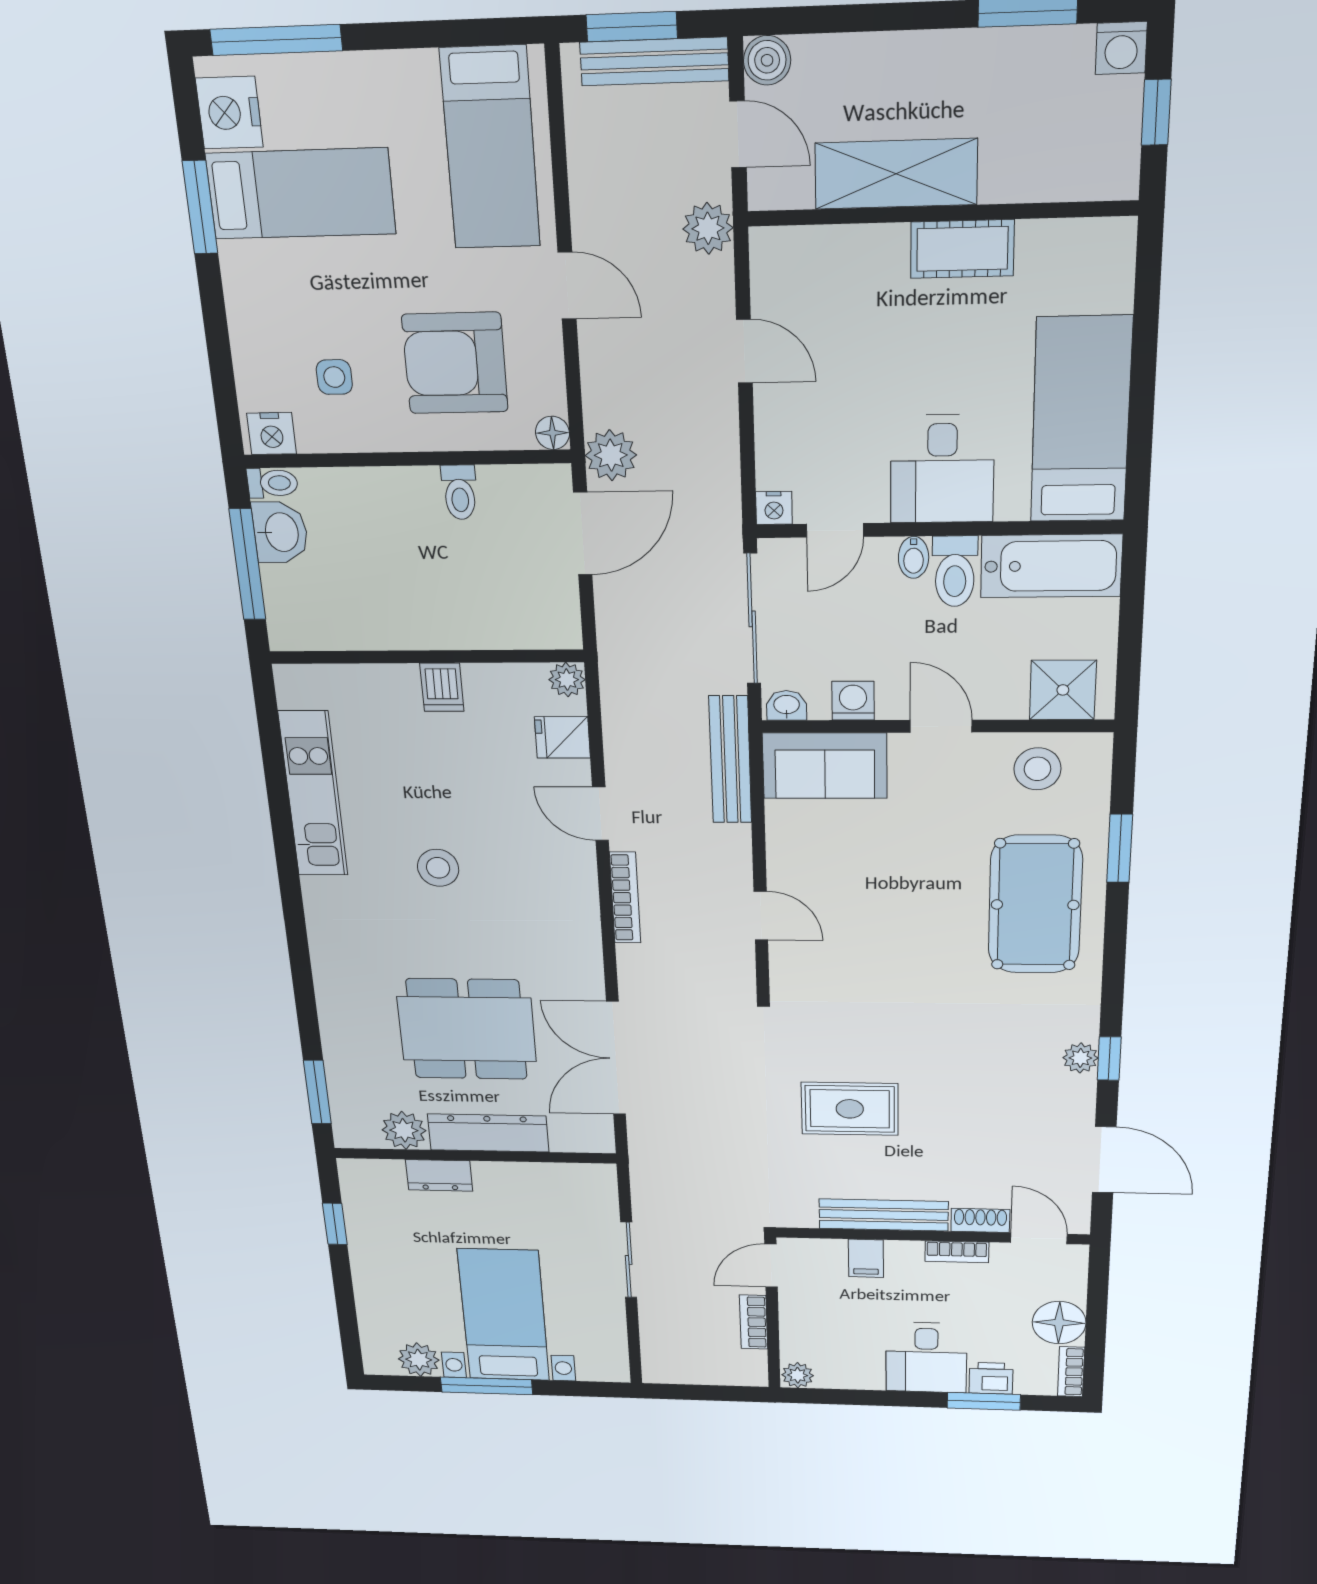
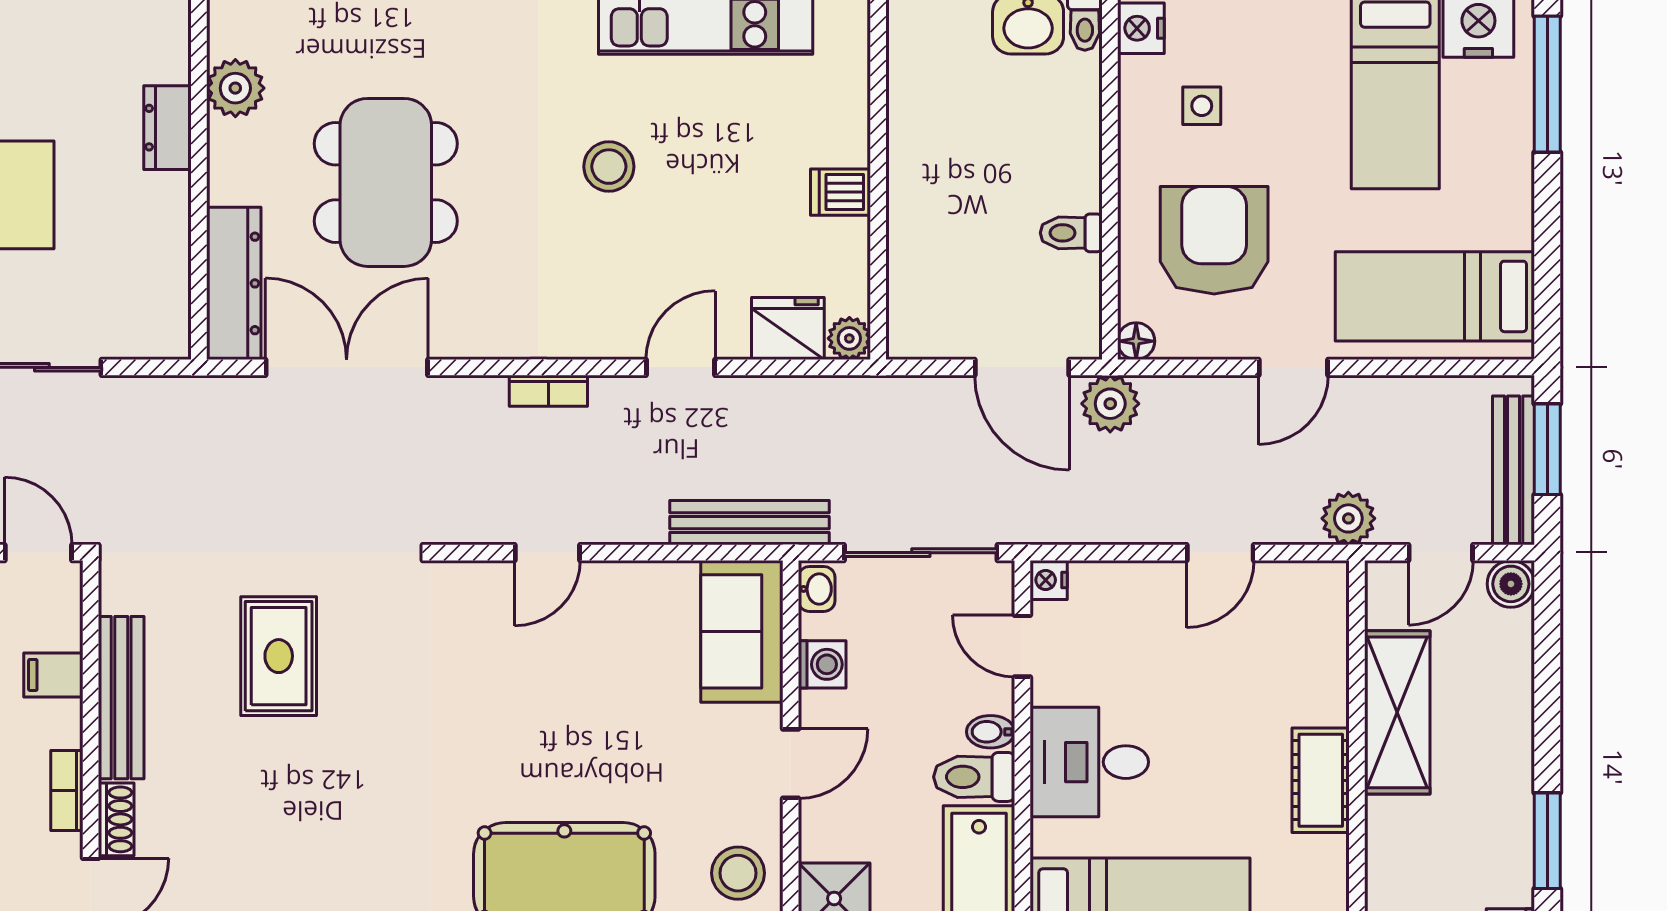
fridge: (562, 737) -> (788, 328), width x1.38
bookcase: (625, 898) -> (548, 391), width x0.64
dresser: (488, 1133) -> (234, 283), moved

